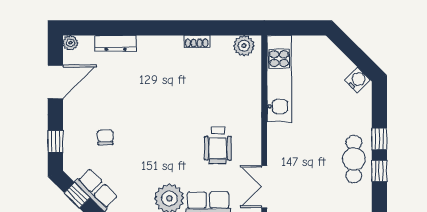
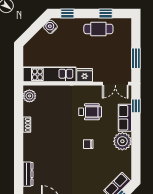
fridge: (278, 136) -> (85, 75), added
chair: (105, 137) -> (88, 144), moved
window: (379, 139) -> (67, 13), moved

